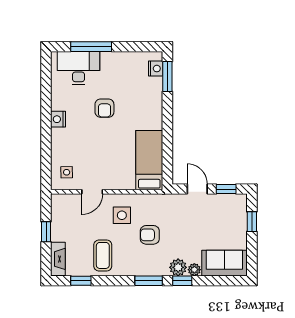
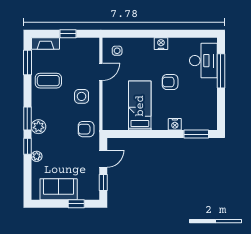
nightstand: (156, 69) -> (175, 124), moved
bed: (149, 160) -> (140, 106), moved, turned -90
door: (92, 192) -> (101, 72), swing flipped
armchair: (150, 235) -> (86, 129), moved, turned -90
sofa: (224, 263) -> (59, 189), moved, turned -90
plant: (178, 267) -> (38, 127), moved
window: (81, 281) -> (27, 62), width x1.50

